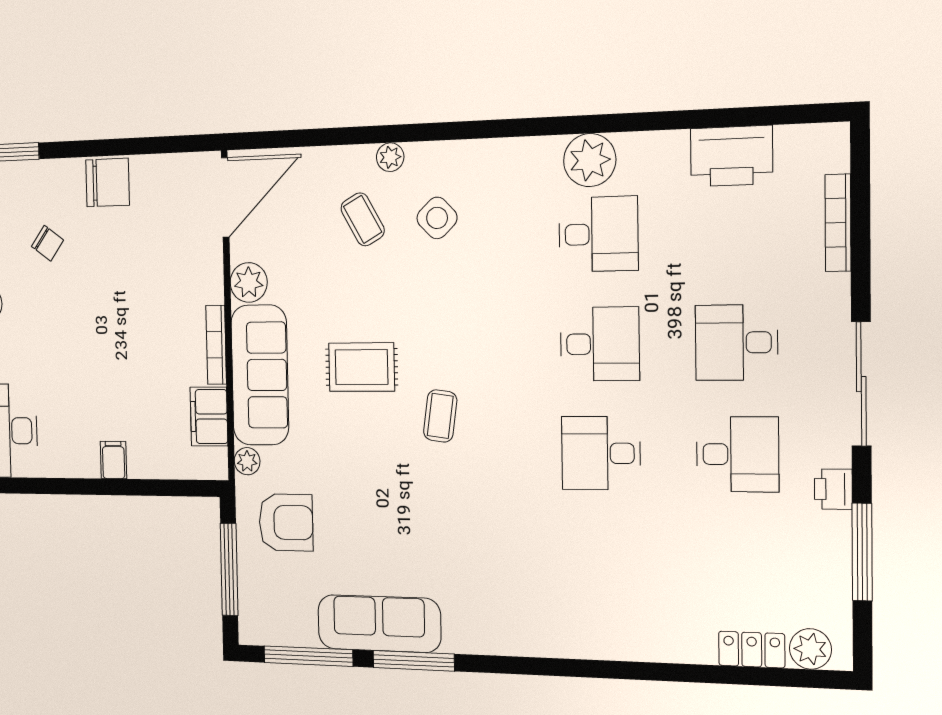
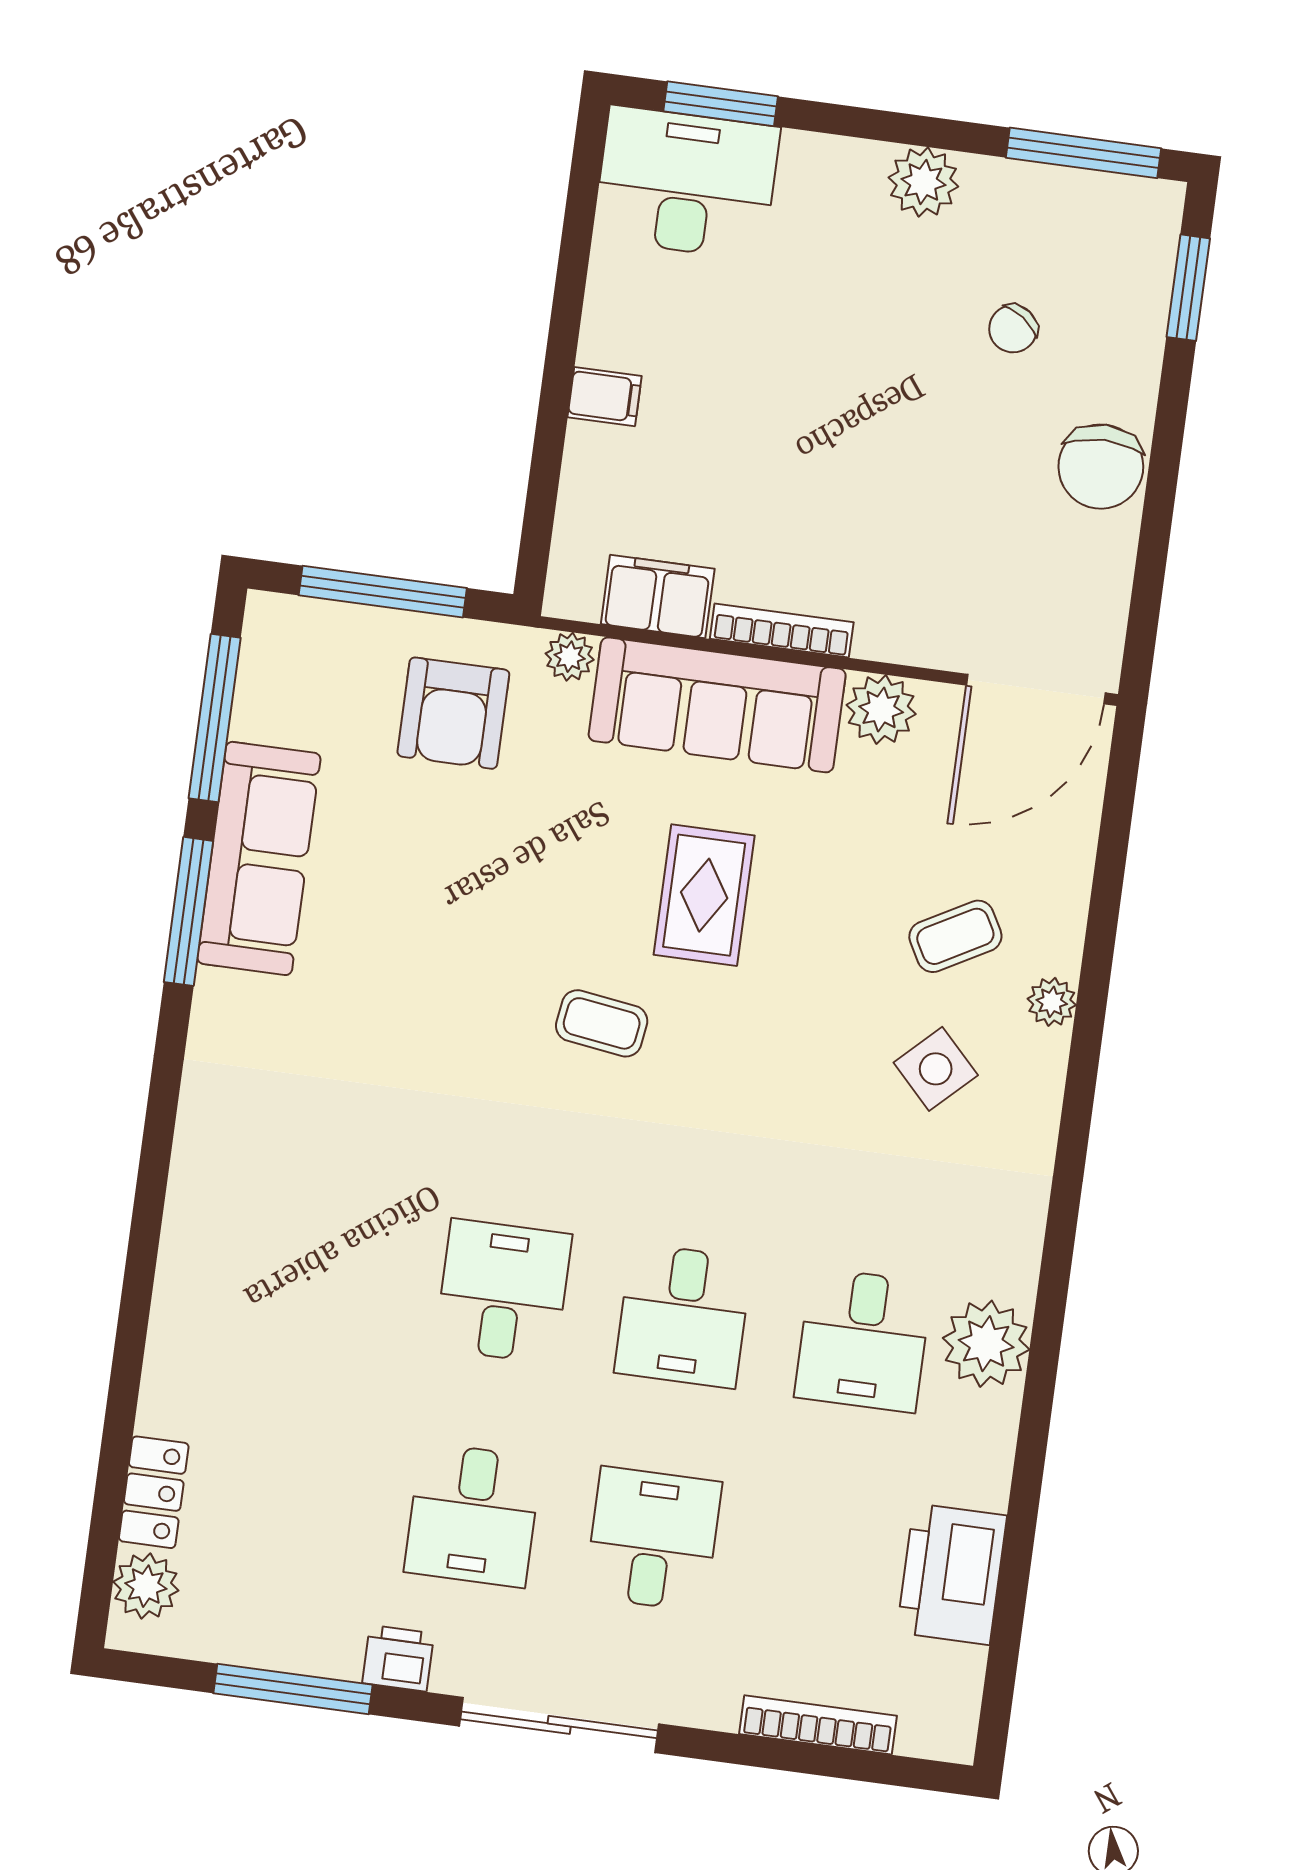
door: (225, 197) -> (1036, 689), hinge flipped

